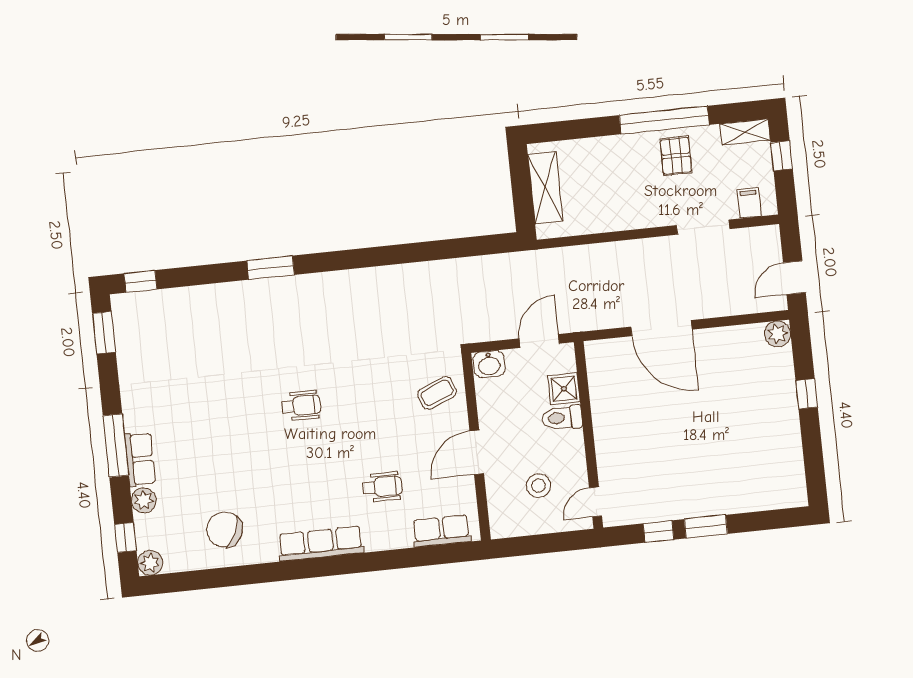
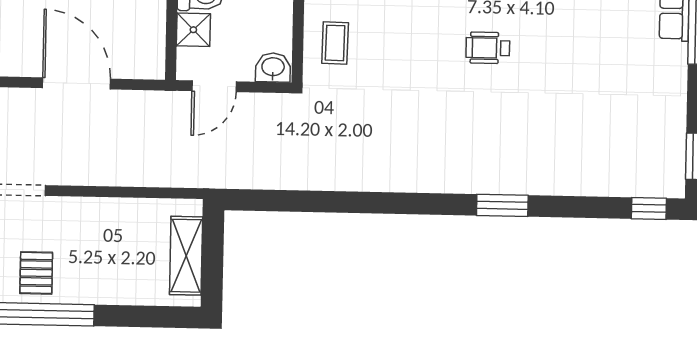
coffee table: (437, 393) -> (335, 43), turned -67

